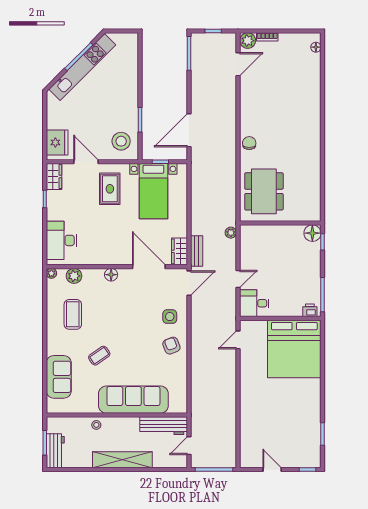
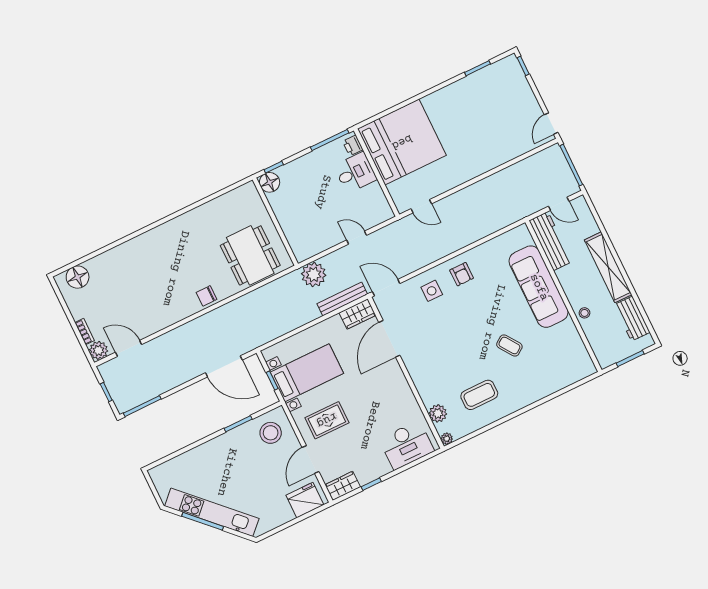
floor lamp: (316, 47) -> (78, 277), width x1.89, depth x1.89
dining table: (264, 191) -> (250, 255), turned 90
plant: (231, 233) -> (314, 275), width x1.87, depth x1.87
bench: (197, 251) -> (342, 299), width x1.36
floor lamp: (111, 275) -> (417, 375), removed
desk: (254, 303) -> (355, 173), moved, turned -90
armchair: (171, 346) -> (462, 274), turned -69
sofa: (59, 377) -> (553, 378), removed
workbench: (55, 451) -> (632, 319), moved, turned -90
door: (272, 470) -> (551, 124), moved

